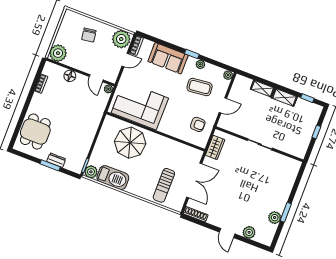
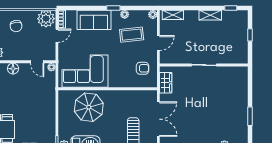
shelving: (262, 89) -> (173, 15), moved
plant: (275, 218) -> (242, 125), removed

